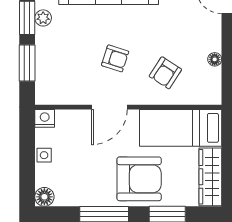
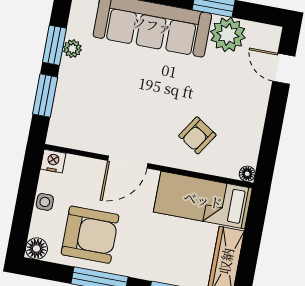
armchair: (115, 58) -> (144, 109), removed
floor lamp: (215, 59) -> (247, 174), moved
armchair: (139, 179) -> (90, 235), moved

